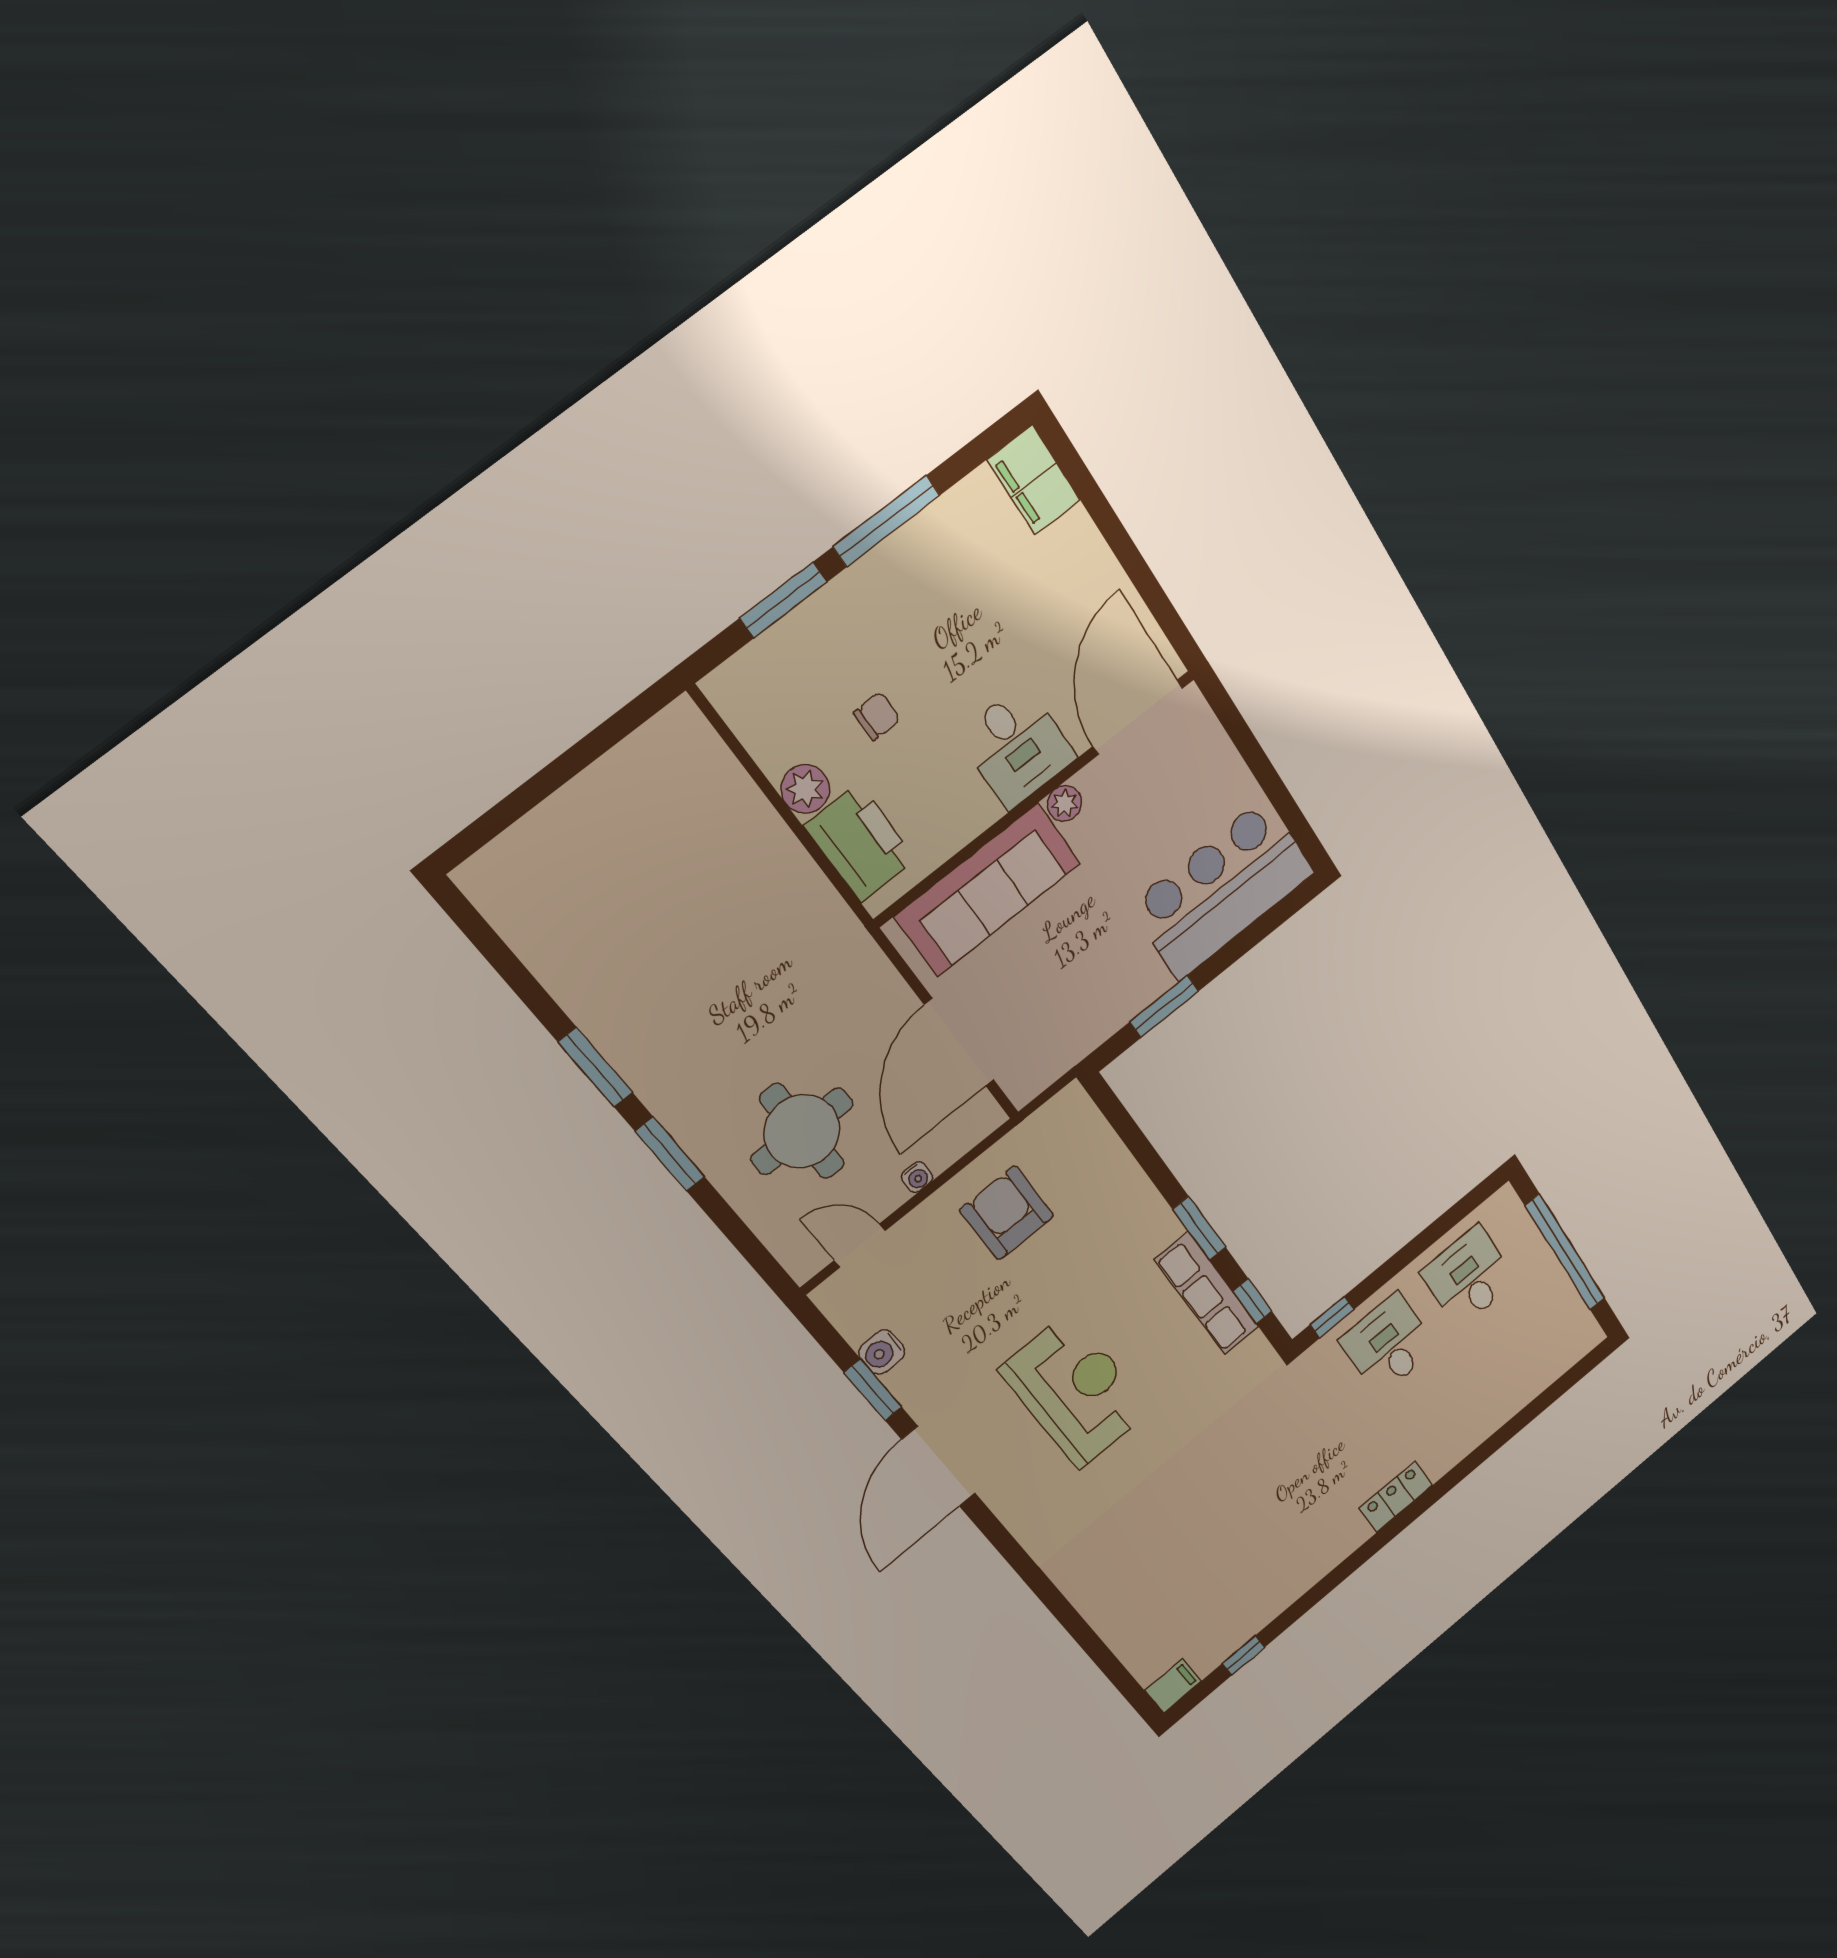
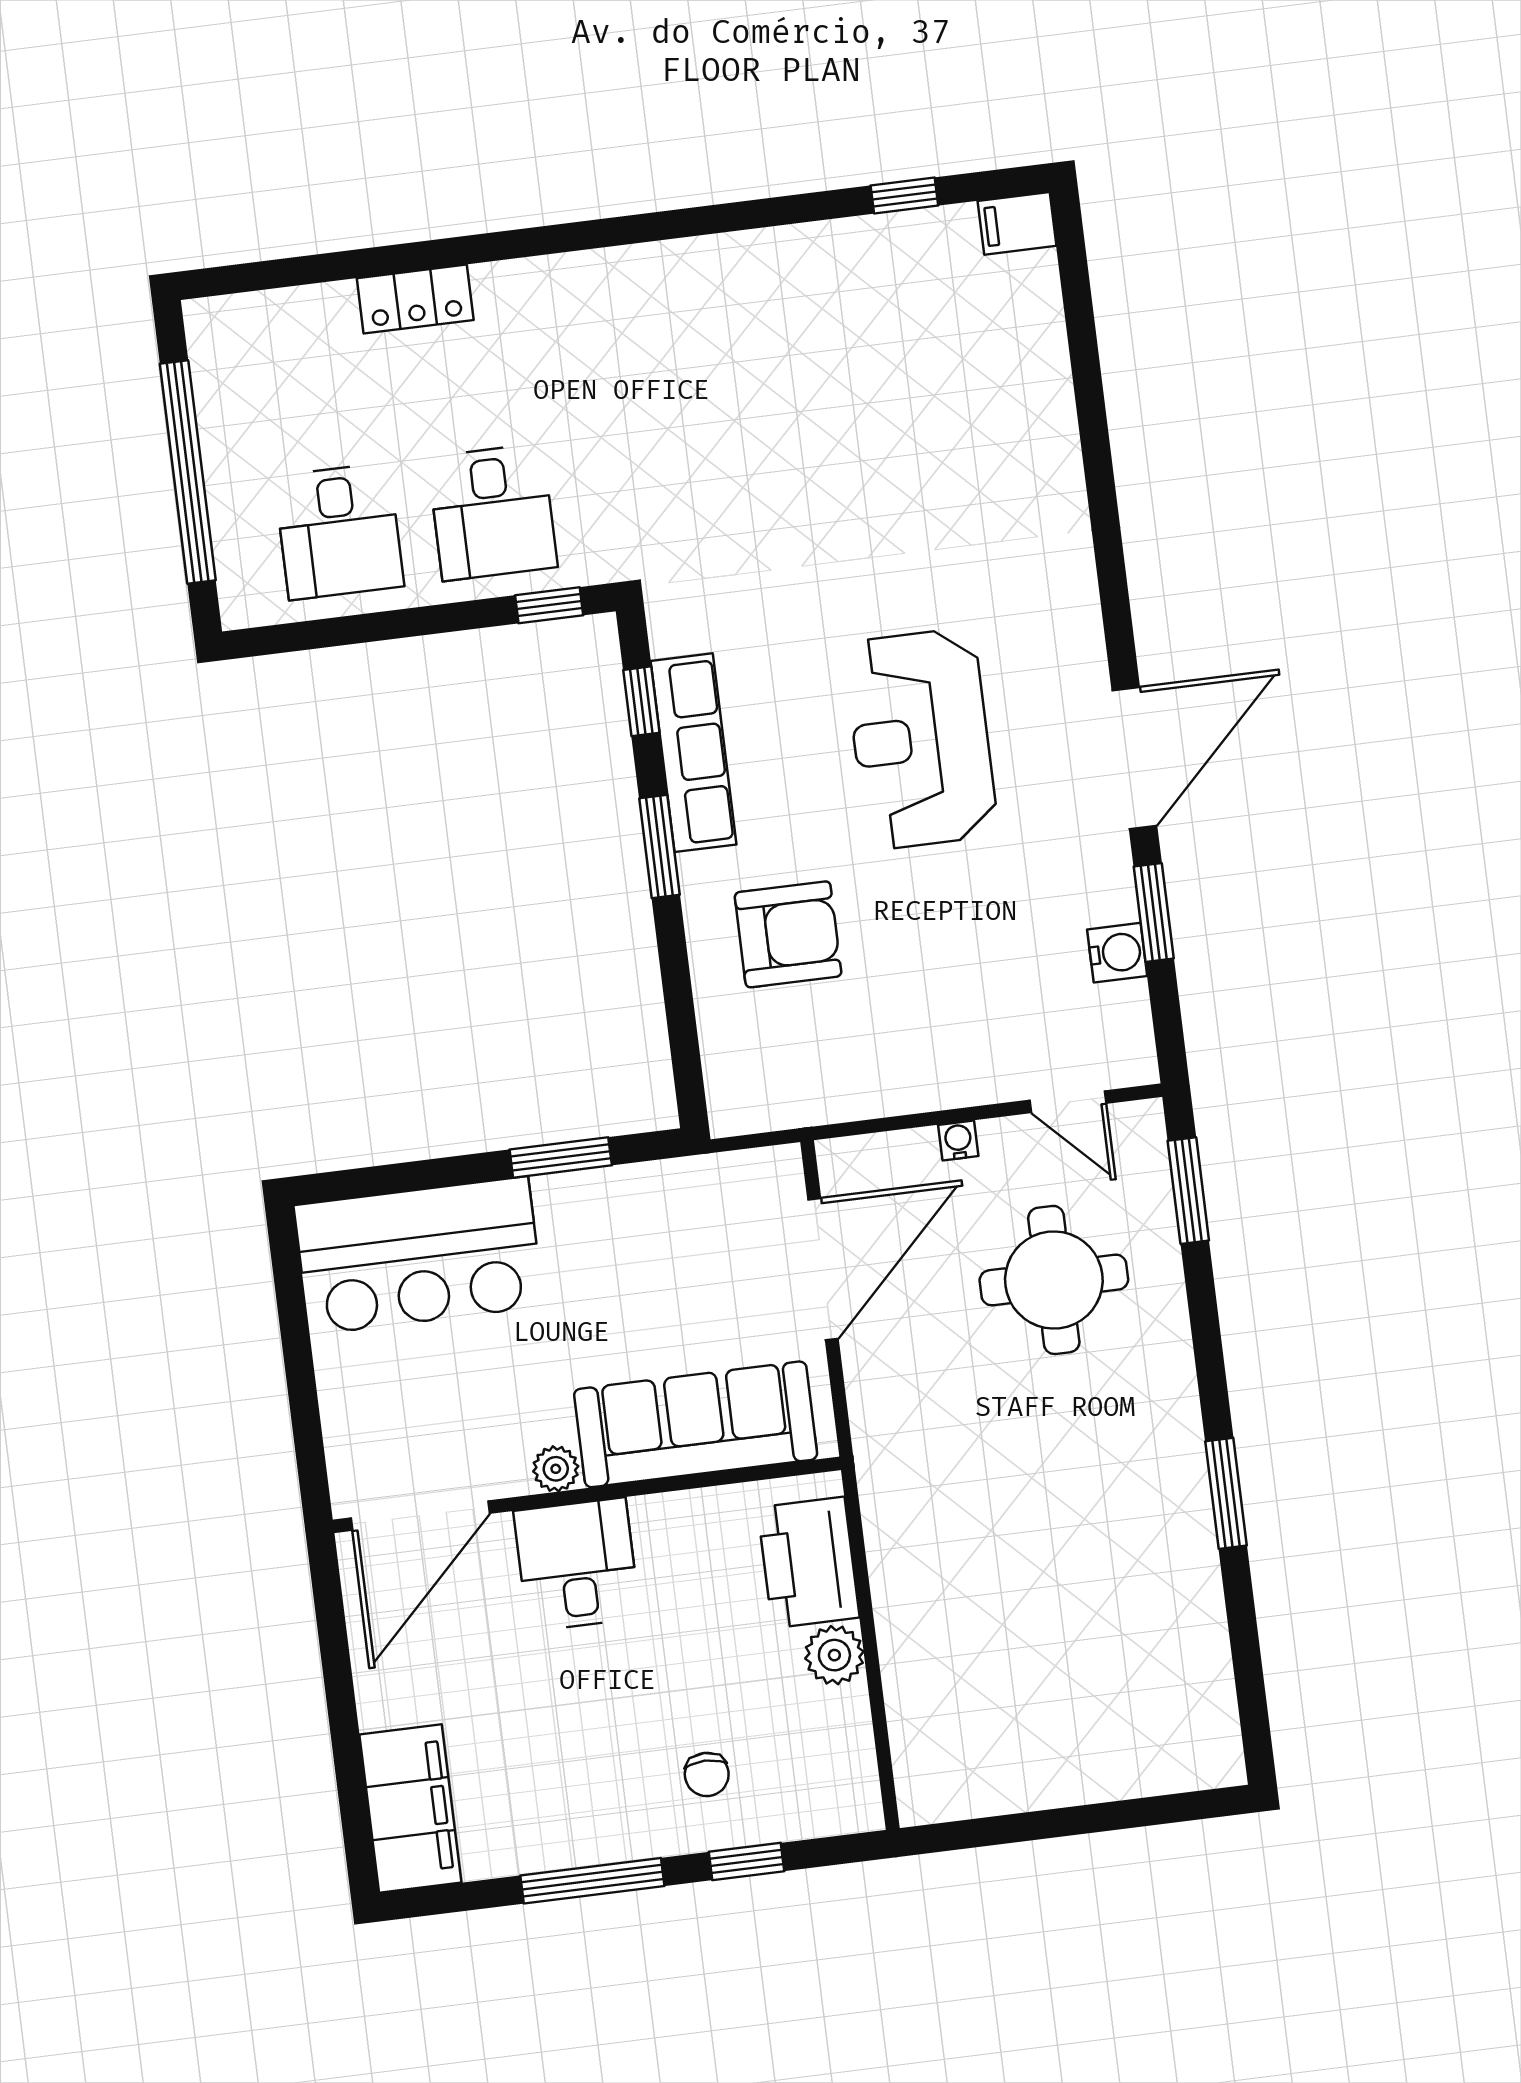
filing cabinet: (1034, 480) -> (410, 1808), width x1.50, depth x1.17
window: (783, 600) -> (747, 1862), width x0.67
chair: (877, 716) -> (707, 1774), moved, turned -90
window: (670, 1154) -> (1188, 1191), moved
armchair: (1007, 1213) -> (788, 934), moved, turned -90
locker: (1396, 1497) -> (415, 299), moved

